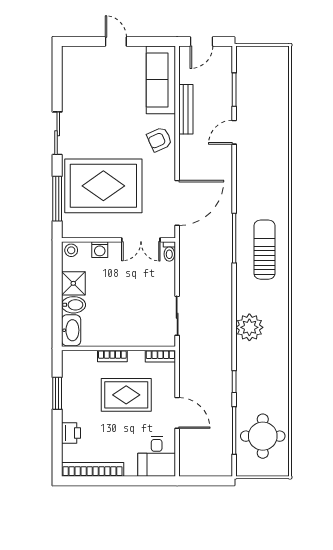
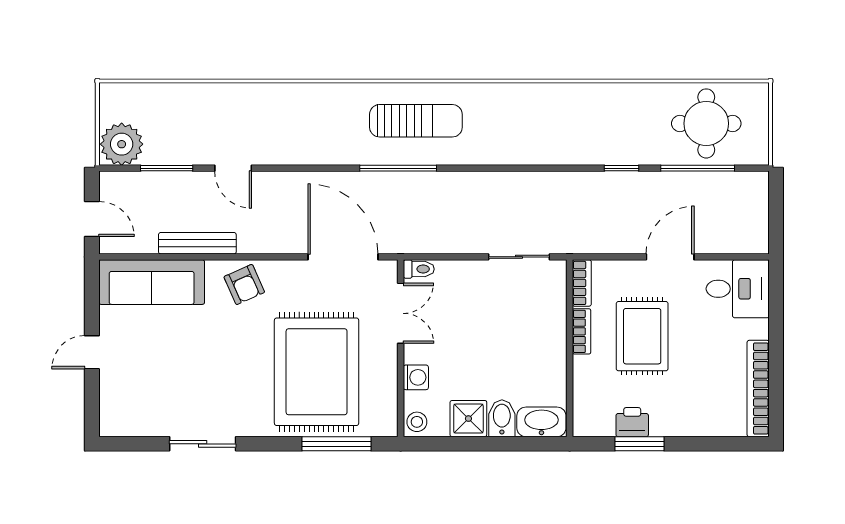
sliding door: (57, 133) -> (203, 444), moved
sun lounger: (264, 250) -> (416, 121), turned 180
plant: (249, 327) -> (122, 144), moved
bookcase: (112, 356) -> (582, 331), moved
printer: (71, 433) -> (632, 422), moved

